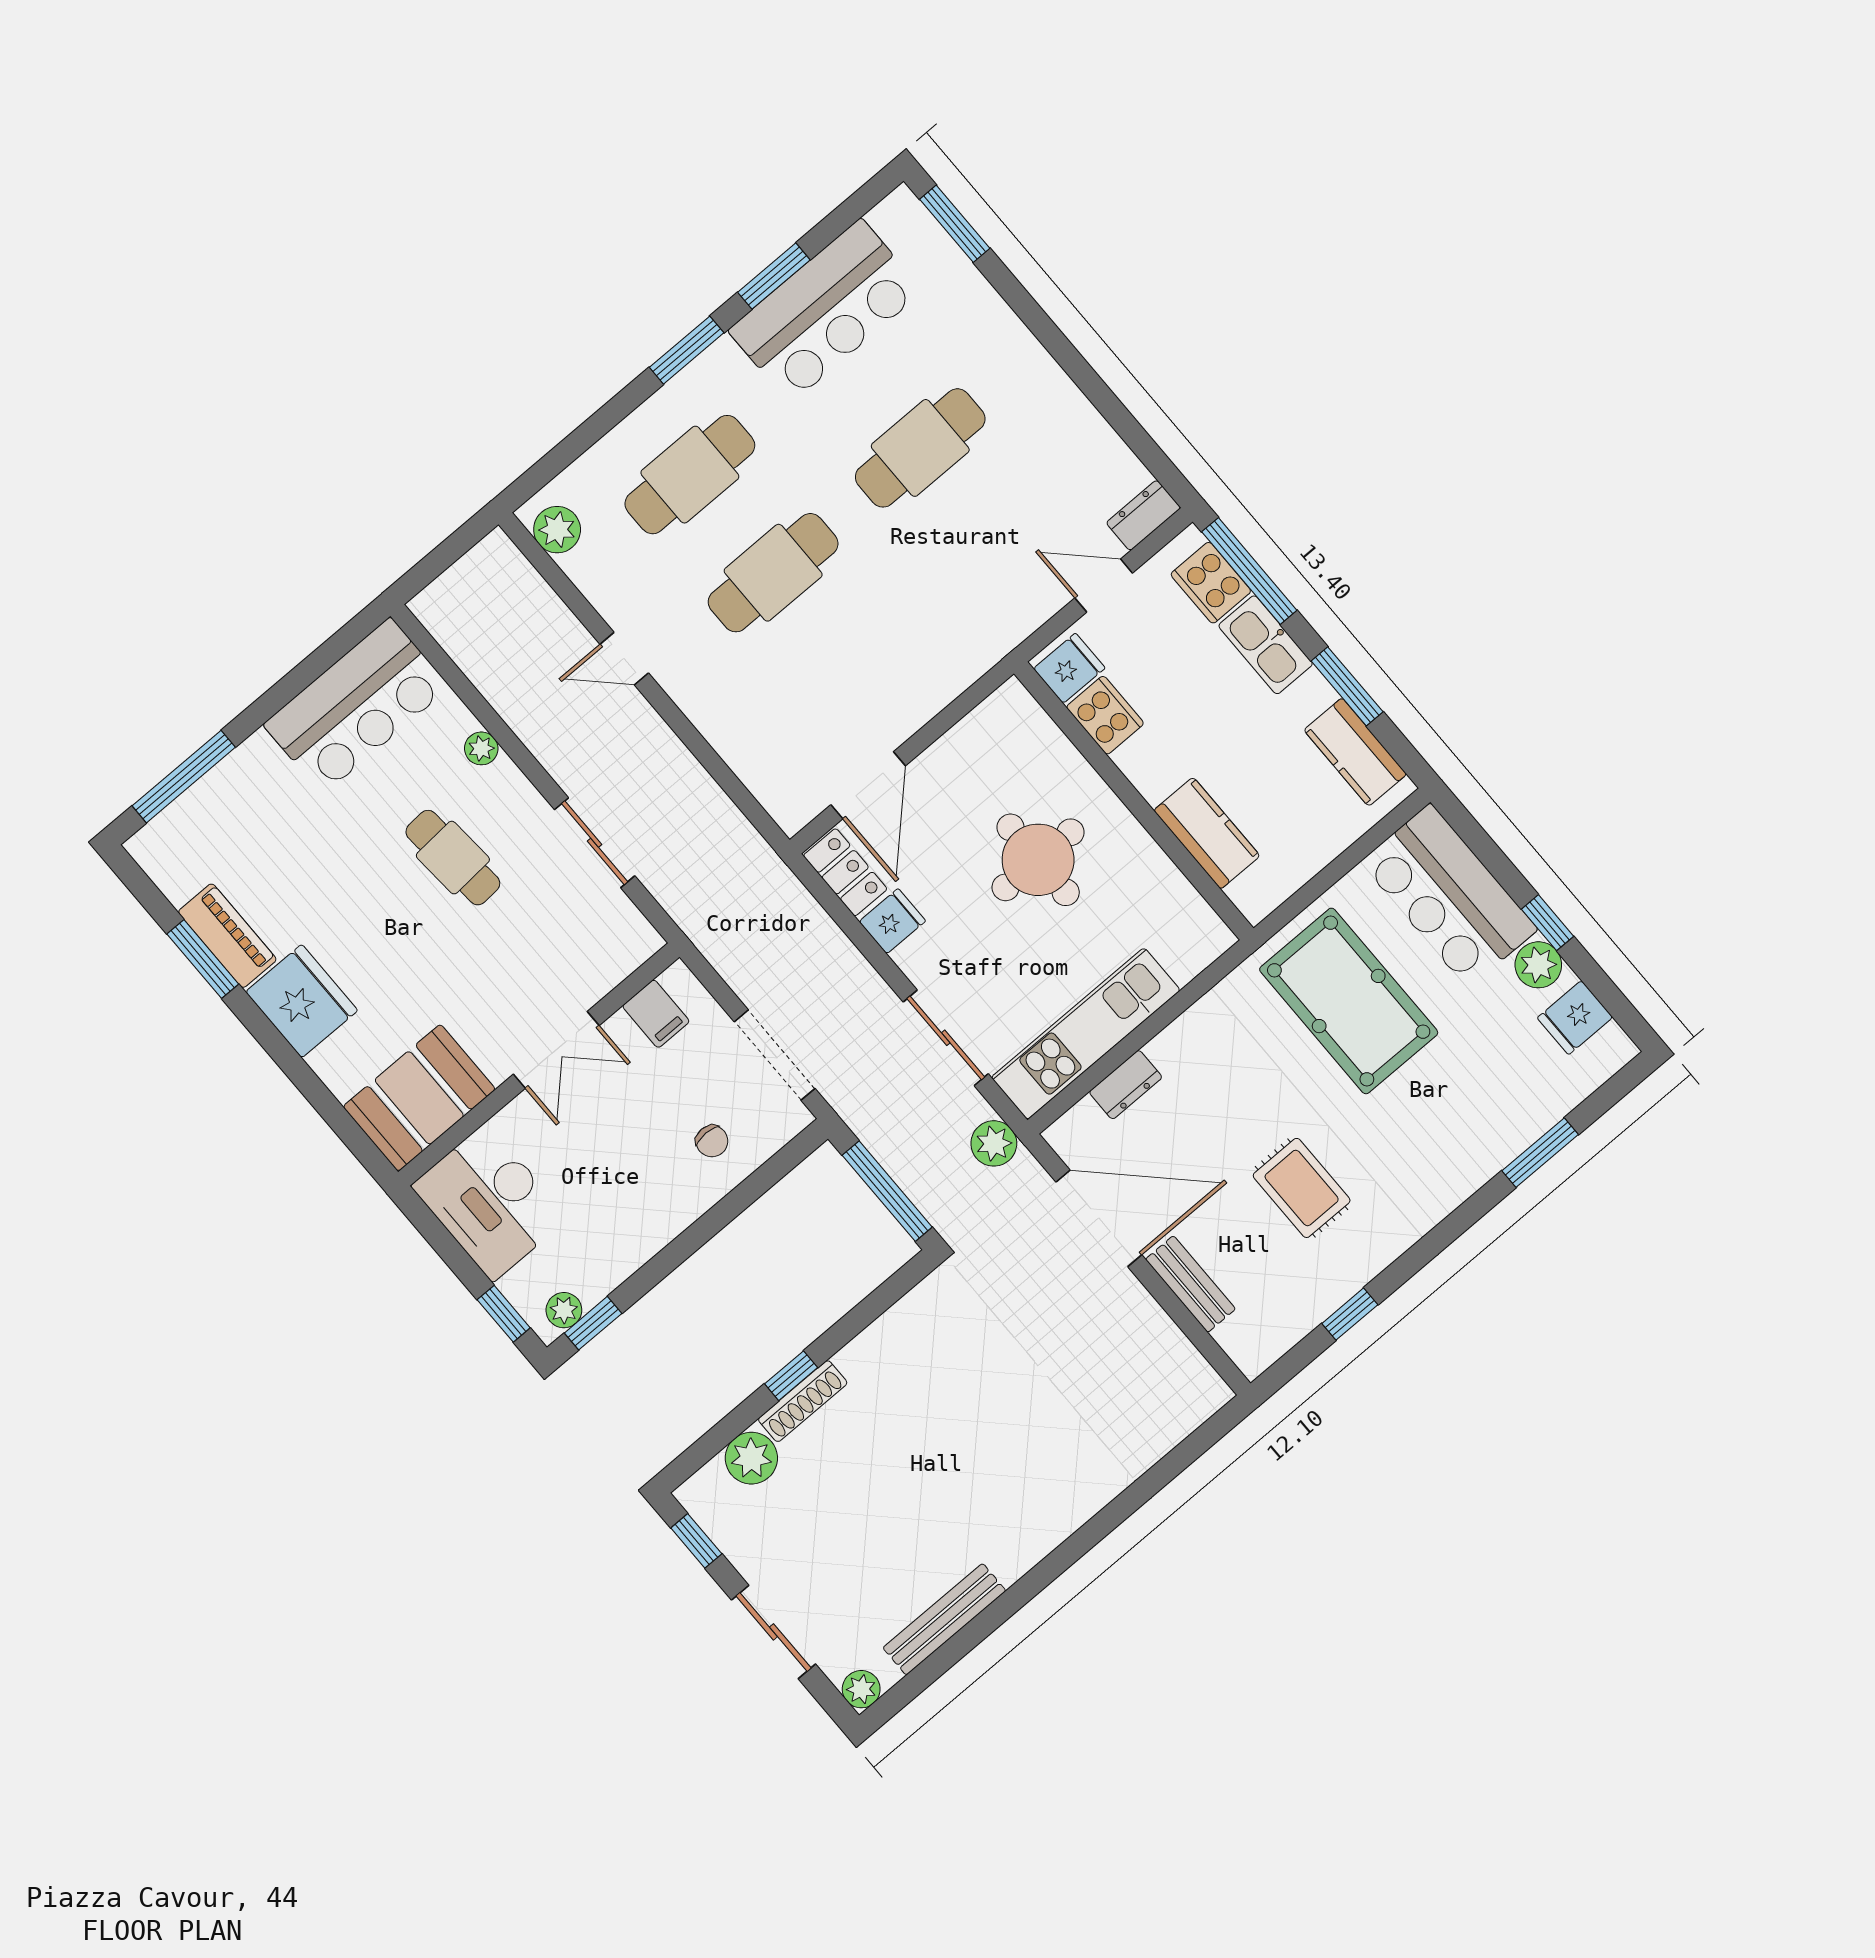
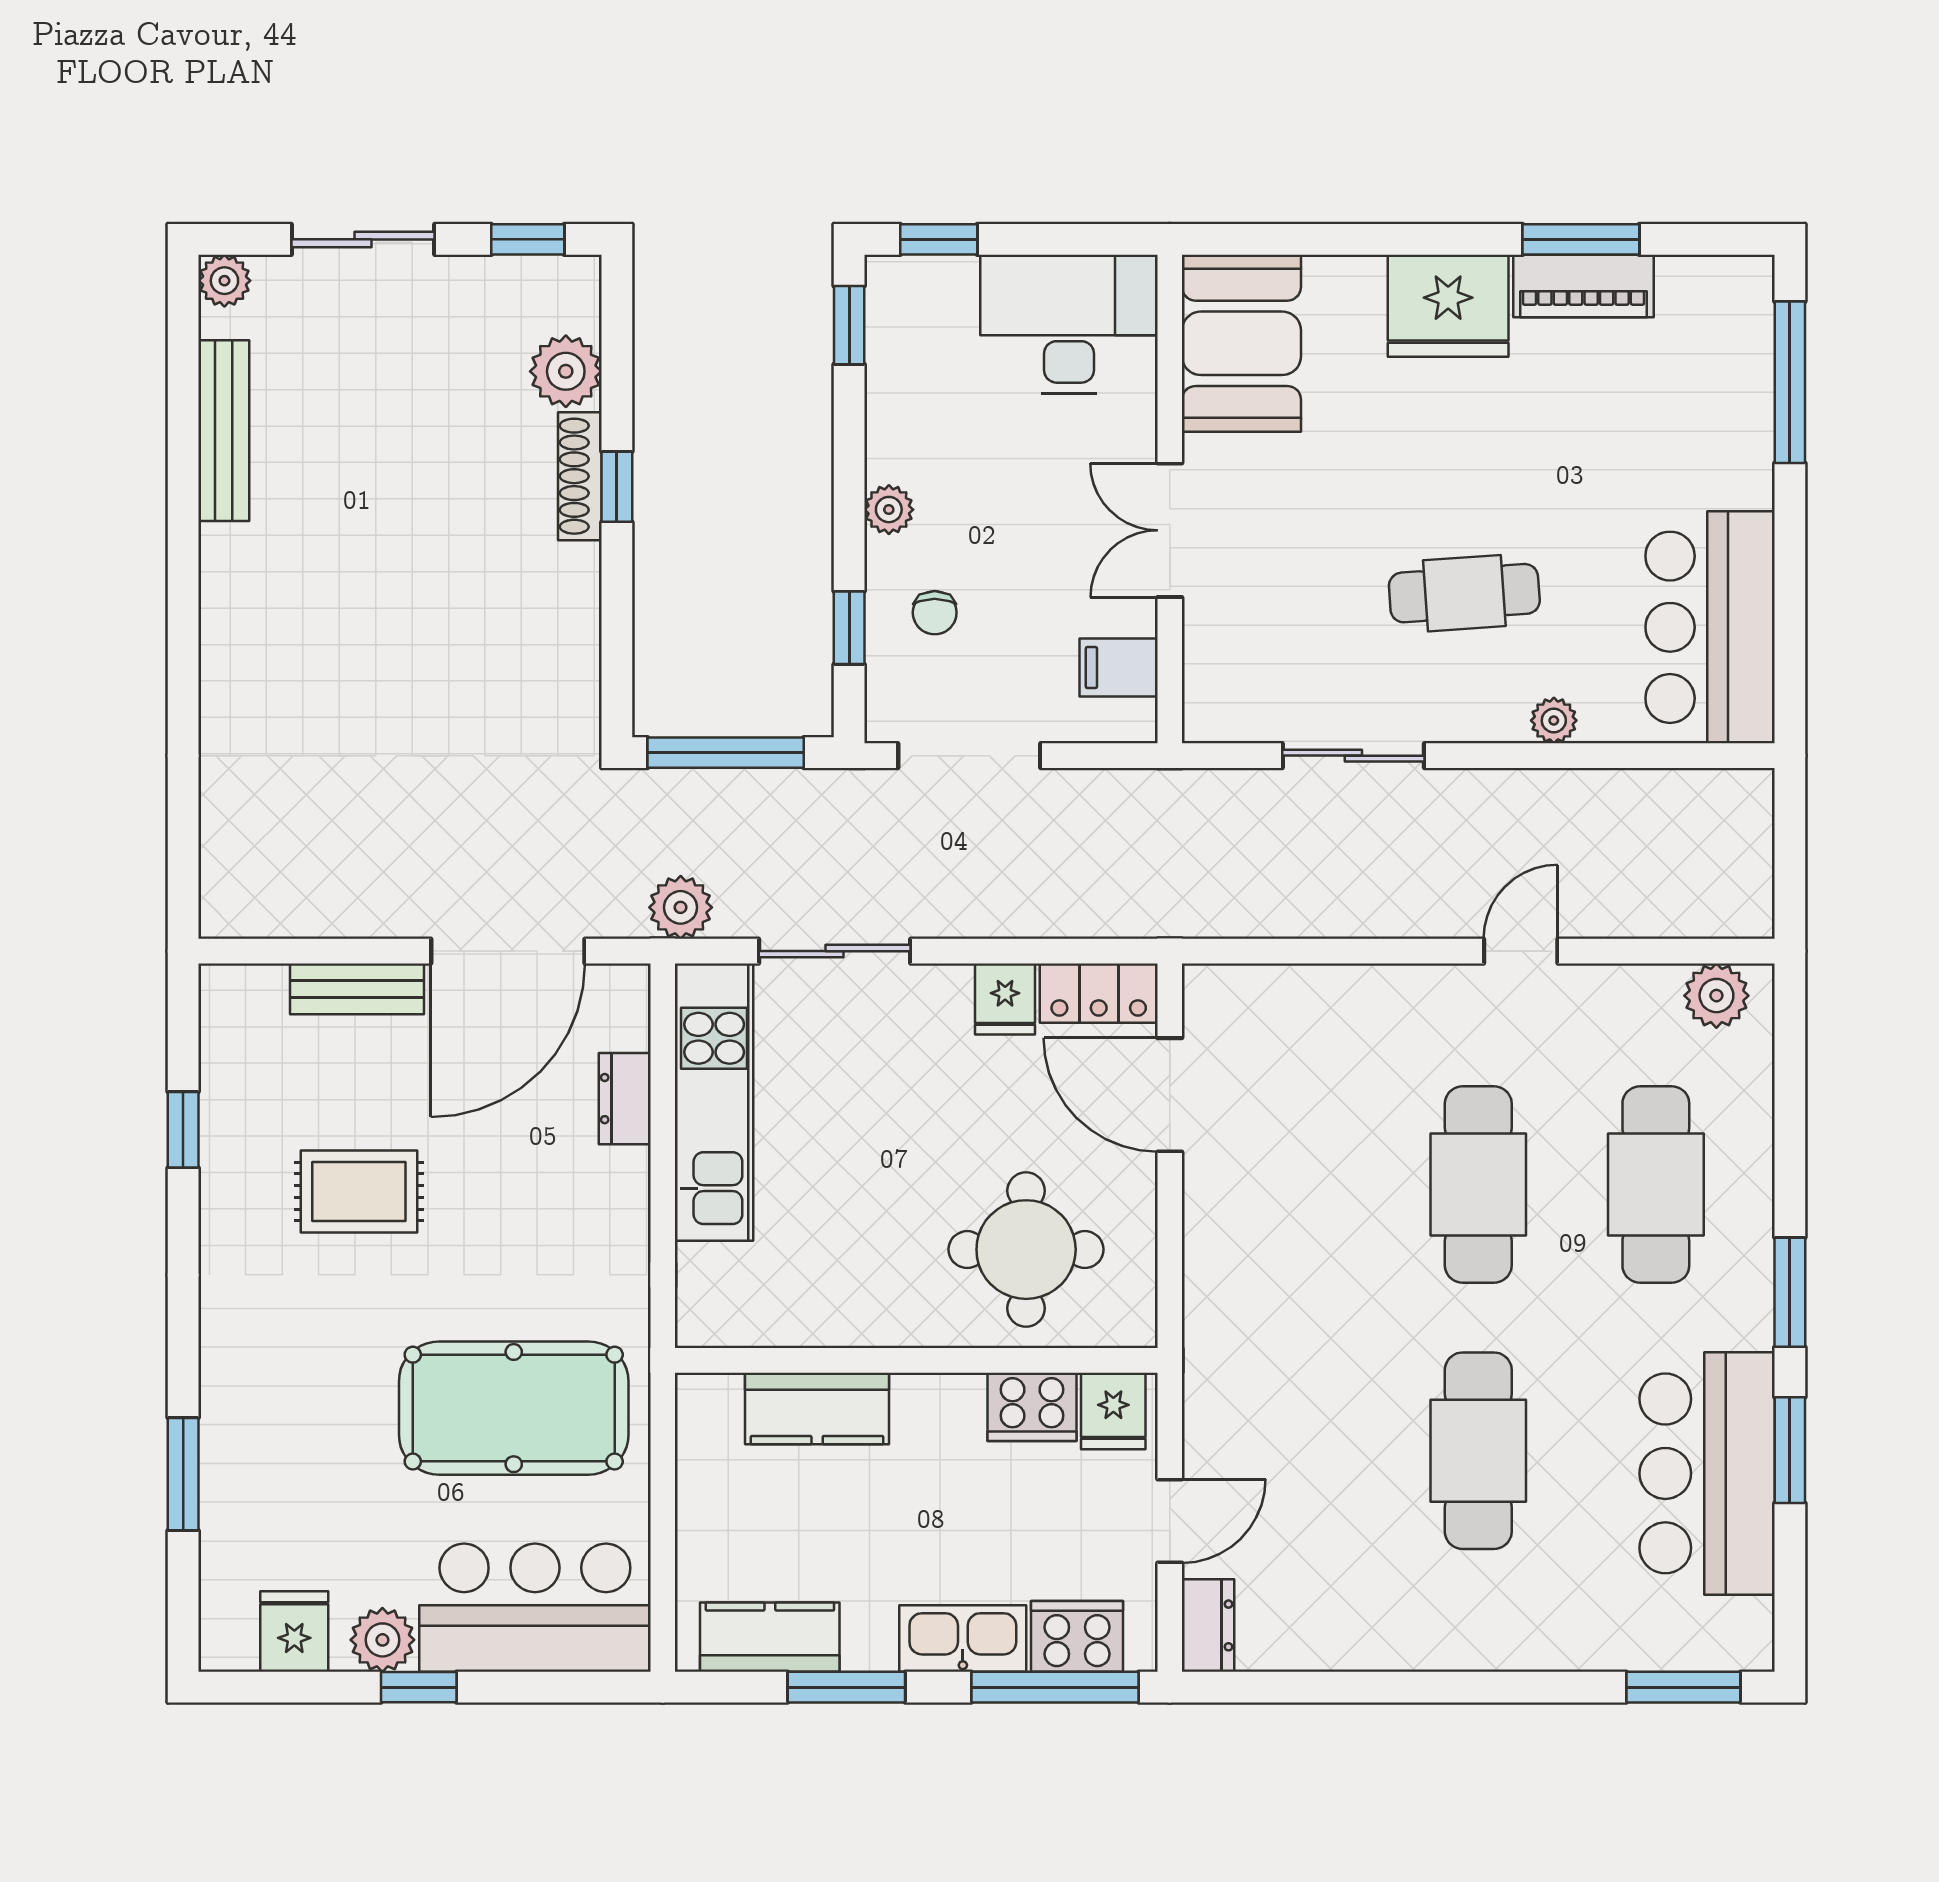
round table: (1038, 860) -> (1026, 1250), moved
chair: (712, 1141) -> (935, 613), turned -90
window: (760, 1181) -> (849, 628), added
plant: (564, 1310) -> (889, 510), moved

